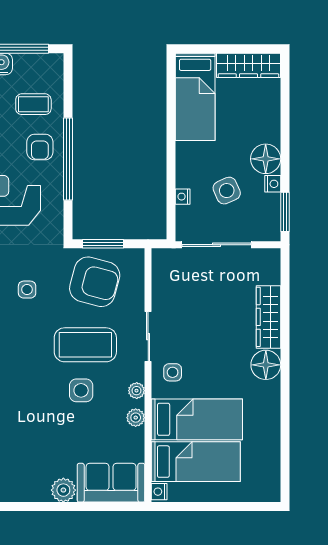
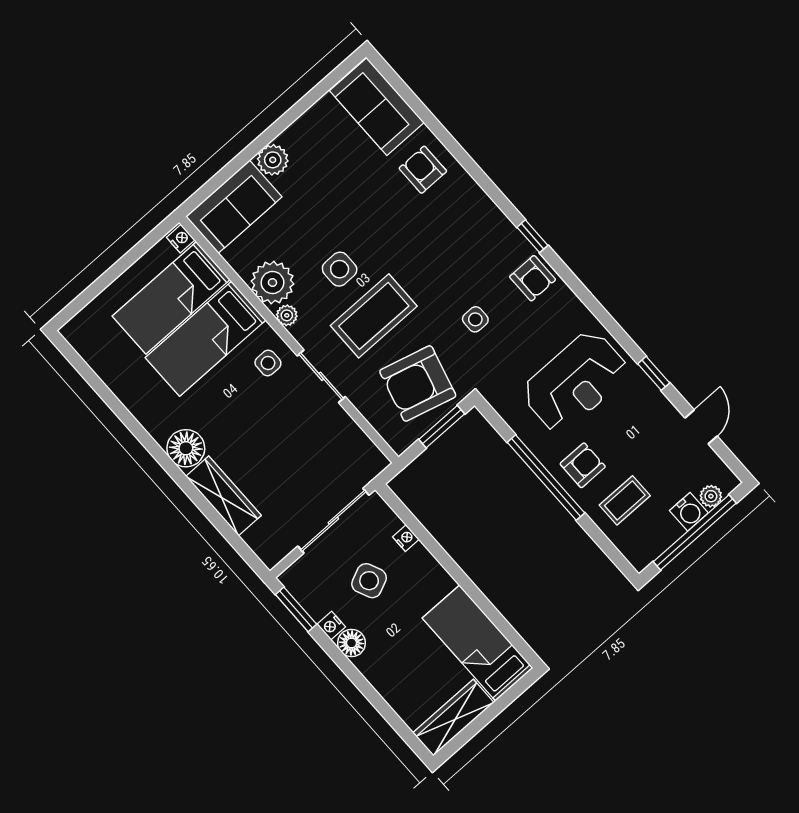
armchair: (40, 147) -> (583, 465), turned 90
floor lamp: (266, 159) -> (352, 643), width x0.73, depth x0.73
plant: (136, 418) -> (272, 283), width x1.88, depth x1.88

